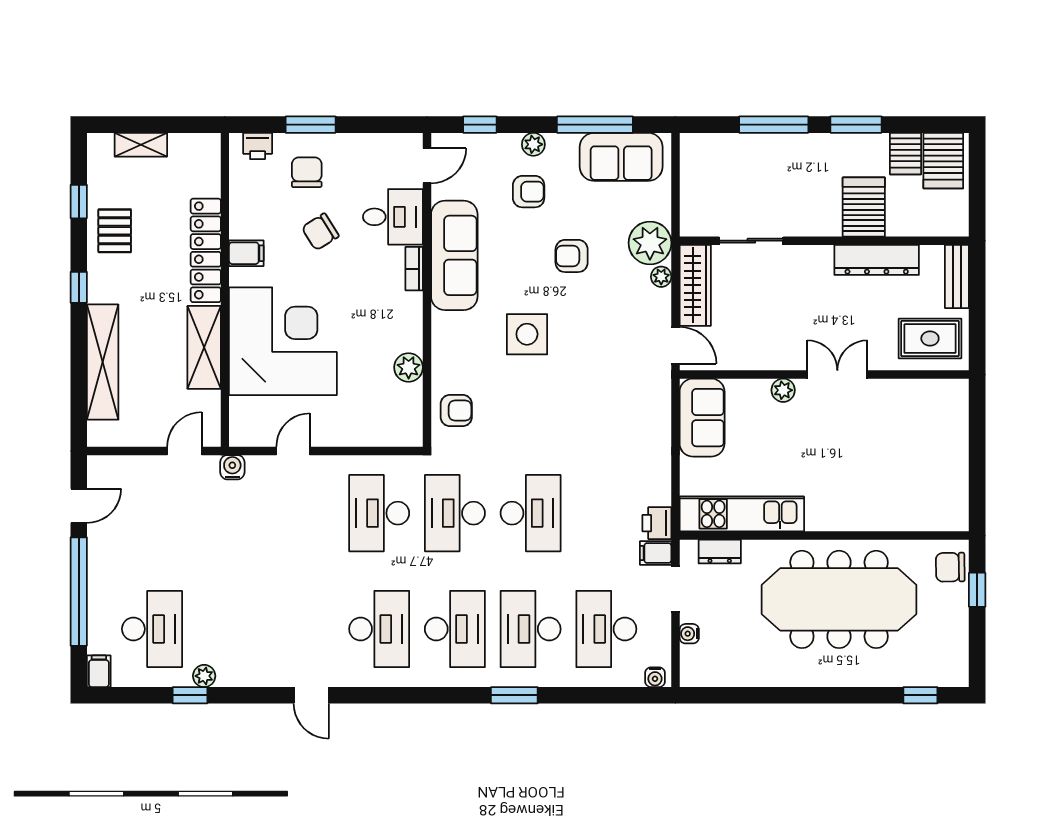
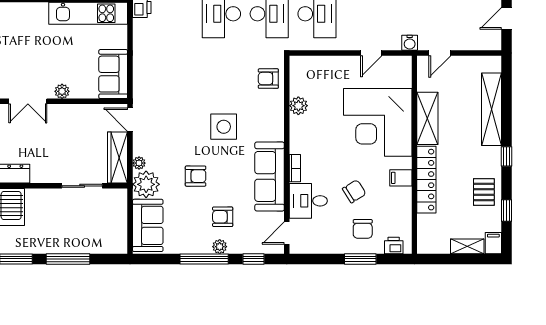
window: (595, 125) -> (204, 259), moved
filing cabinet: (100, 150) -> (493, 243), added
sofa: (621, 157) -> (148, 225), moved, turned 90

